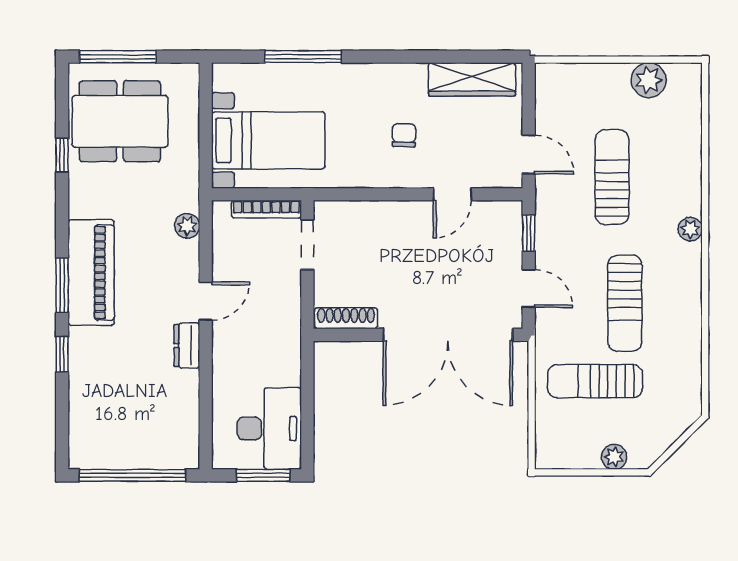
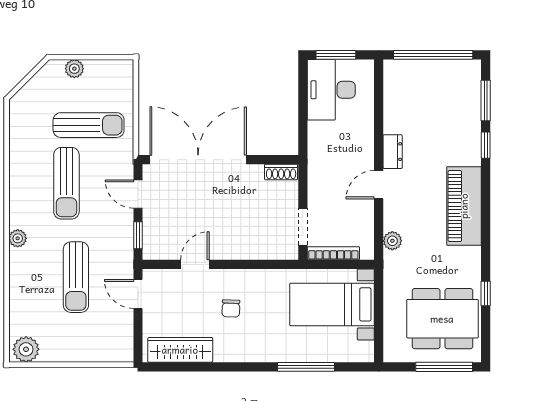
plant: (649, 80) -> (26, 349), moved
window: (62, 285) -> (486, 100), moved
sun lounger: (625, 303) -> (66, 183), turned 180
shoe rack: (346, 318) -> (281, 172), width x0.70

